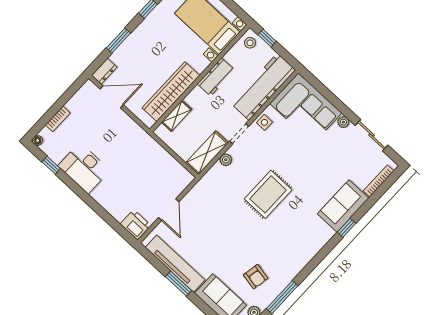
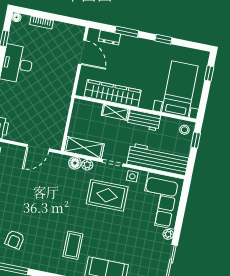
dresser: (104, 71) -> (110, 37), moved
shelving: (177, 116) -> (115, 112), moved
floor lamp: (217, 171) -> (75, 163), added
rug: (268, 194) -> (107, 195), moved
door: (169, 210) -> (38, 148), moved
coffee table: (297, 223) -> (73, 245), added

